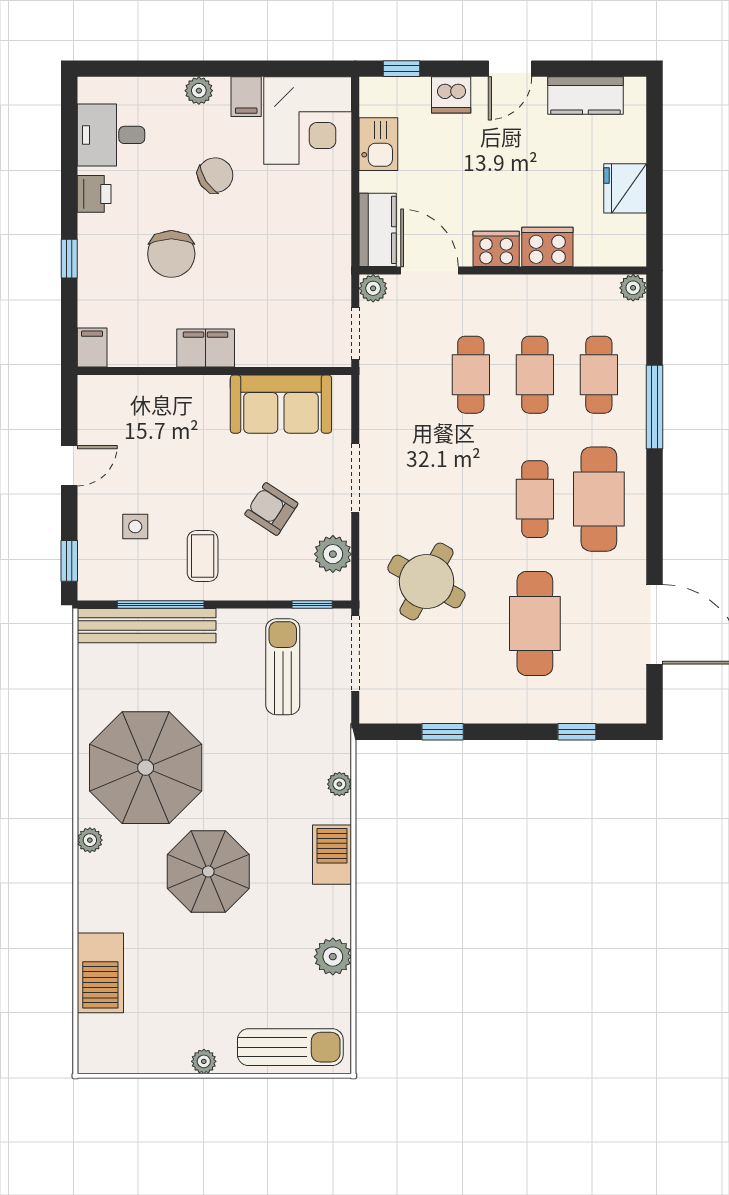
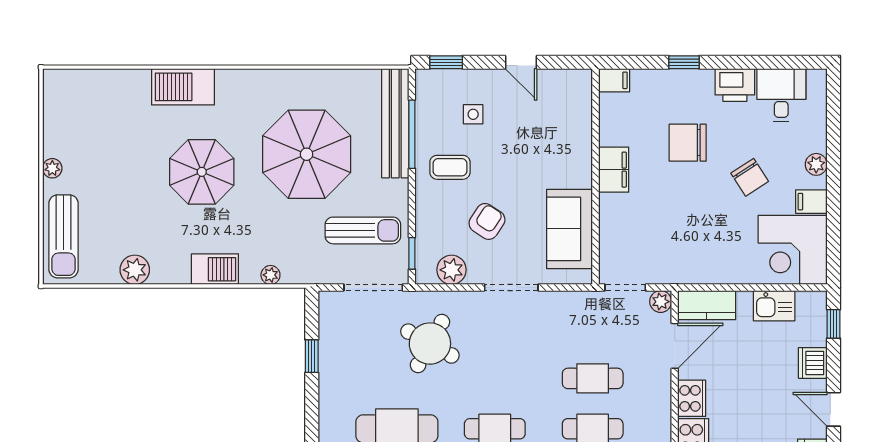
printer: (94, 194) -> (735, 85), width x1.36, depth x1.24
parasol: (146, 768) -> (307, 154), moved
plant: (90, 840) -> (226, 79), removed
barbecue: (100, 973) -> (183, 87), moved

